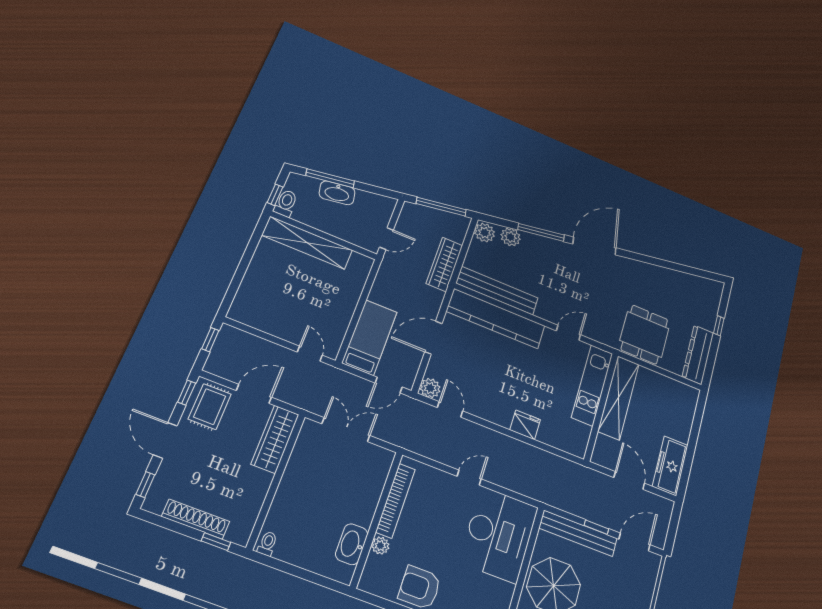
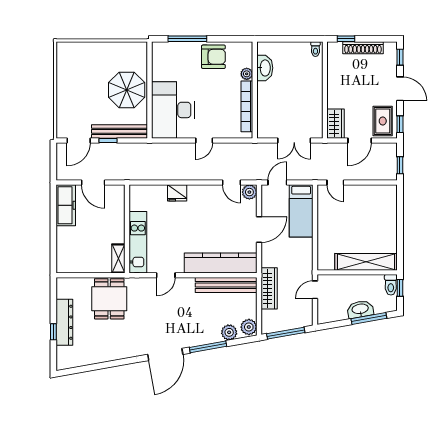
dresser: (698, 355) -> (64, 322), moved
shelving: (619, 397) -> (118, 259), width x0.45, depth x0.75
wardrobe: (275, 439) -> (336, 124), width x0.67

